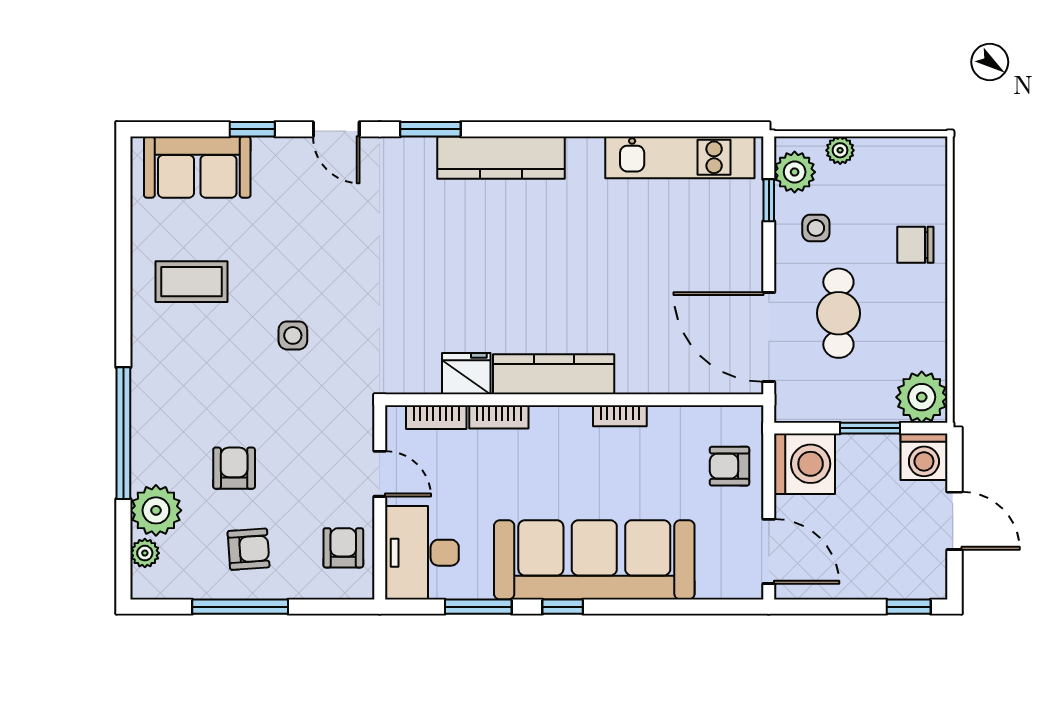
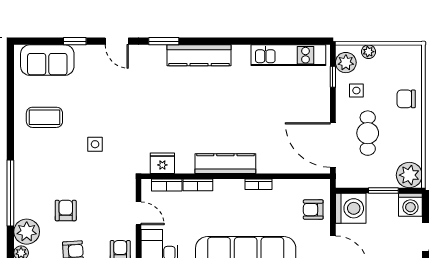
fridge: (466, 374) -> (162, 163), moved

